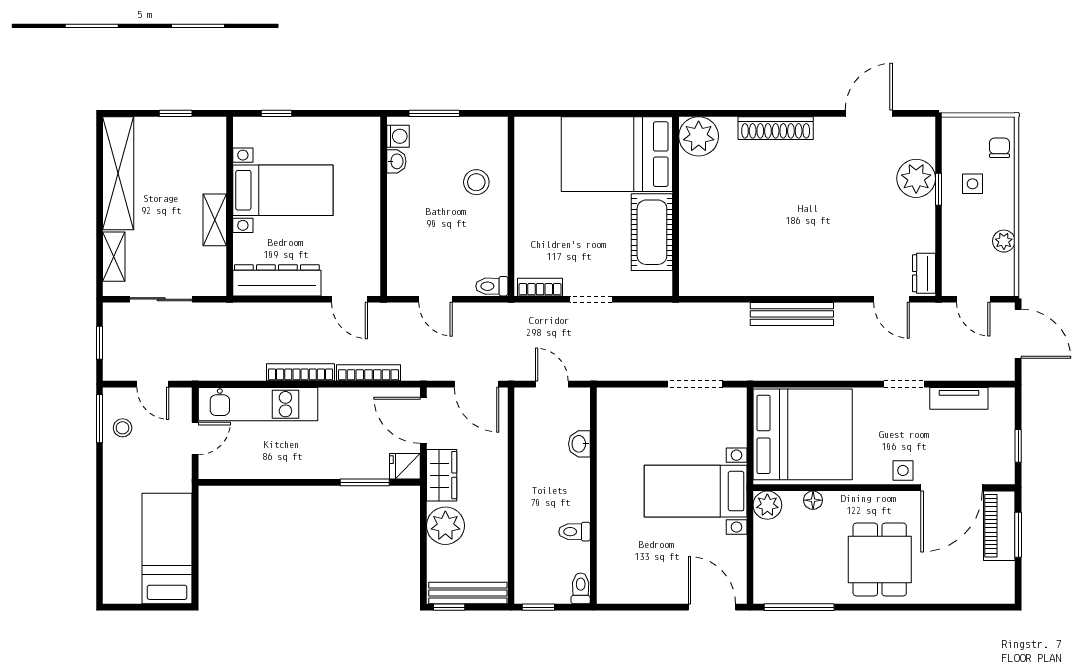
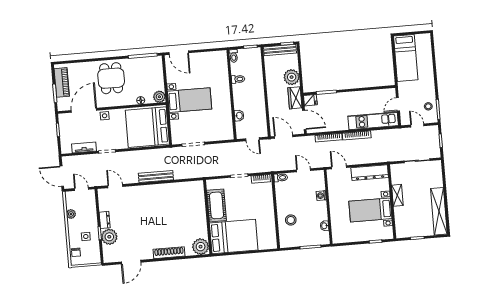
washing machine: (398, 136) -> (321, 196), moved
shelving: (114, 257) -> (438, 177), removed
dresser: (924, 273) -> (105, 220), moved
piano: (999, 526) -> (62, 82), moved

